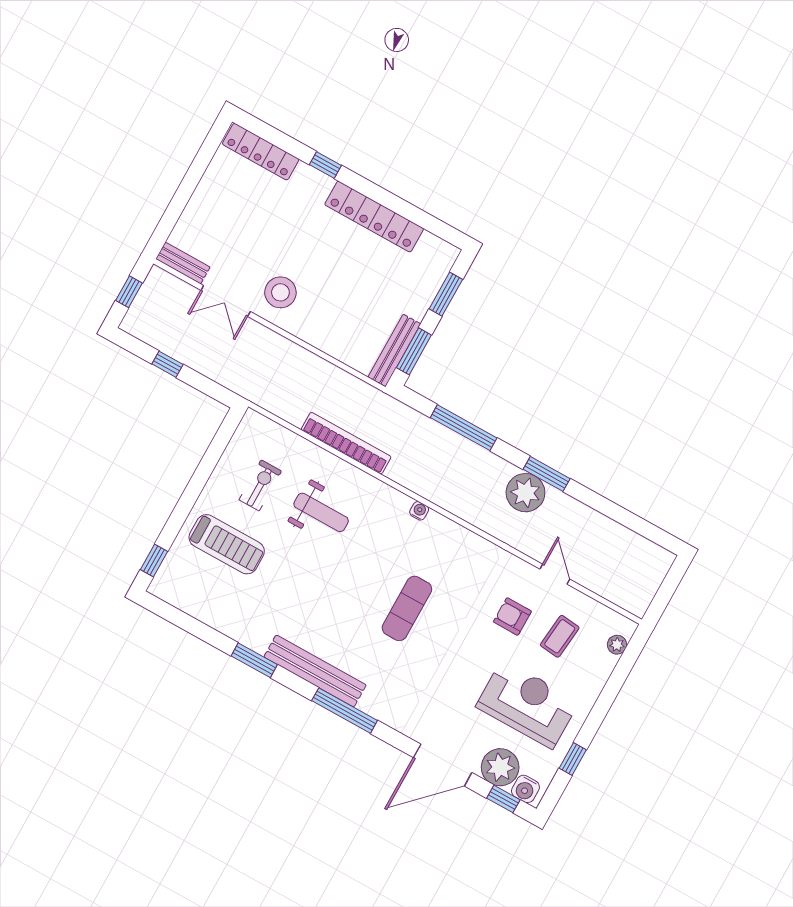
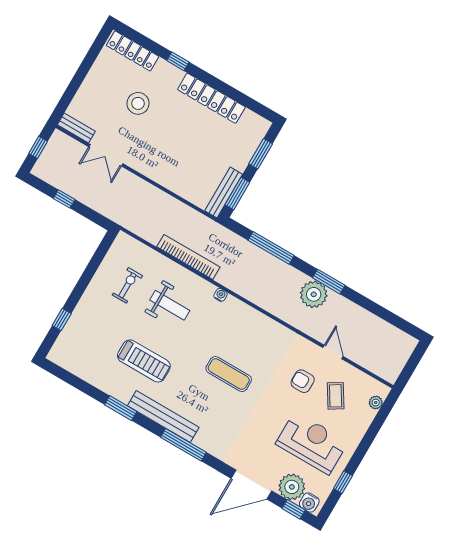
stool: (280, 292) -> (138, 103), moved
water cooler: (419, 511) -> (221, 295), moved
treadmill: (227, 544) -> (144, 361), moved
window: (154, 560) -> (62, 320), moved
exercise mat: (407, 608) -> (229, 374), turned 90
coffee table: (560, 636) -> (336, 396), turned -38

